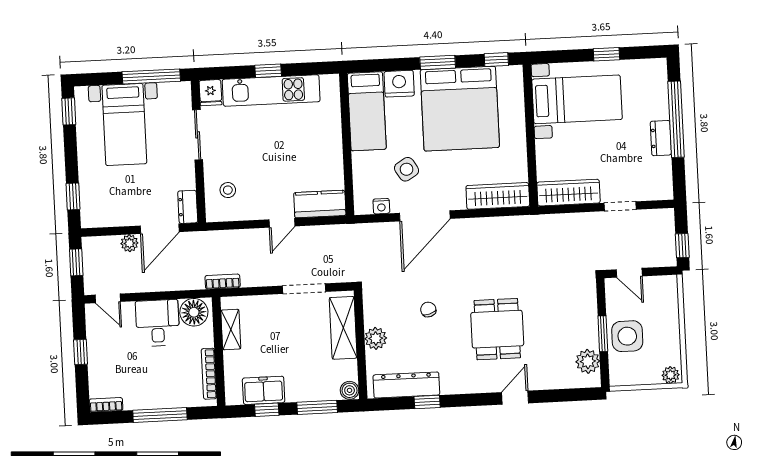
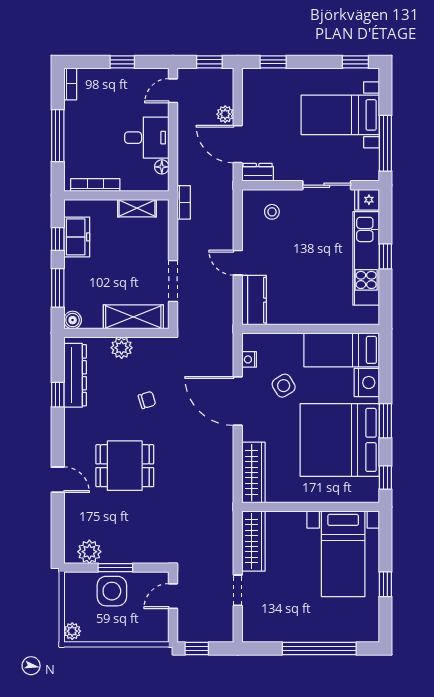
dresser: (661, 138) -> (302, 633), removed
floor lamp: (194, 312) -> (162, 167), width x0.53, depth x0.53

